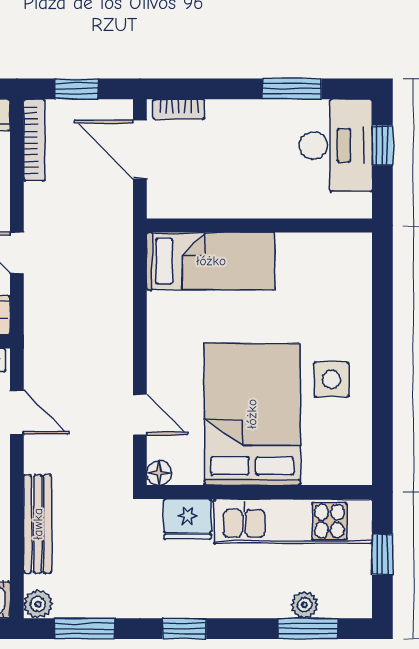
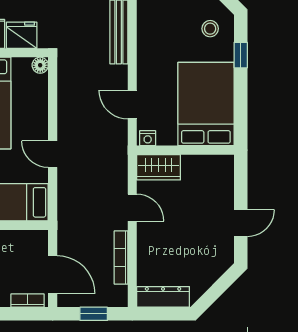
bookcase: (34, 140) -> (121, 257), moved
door: (140, 415) -> (53, 154), moved

